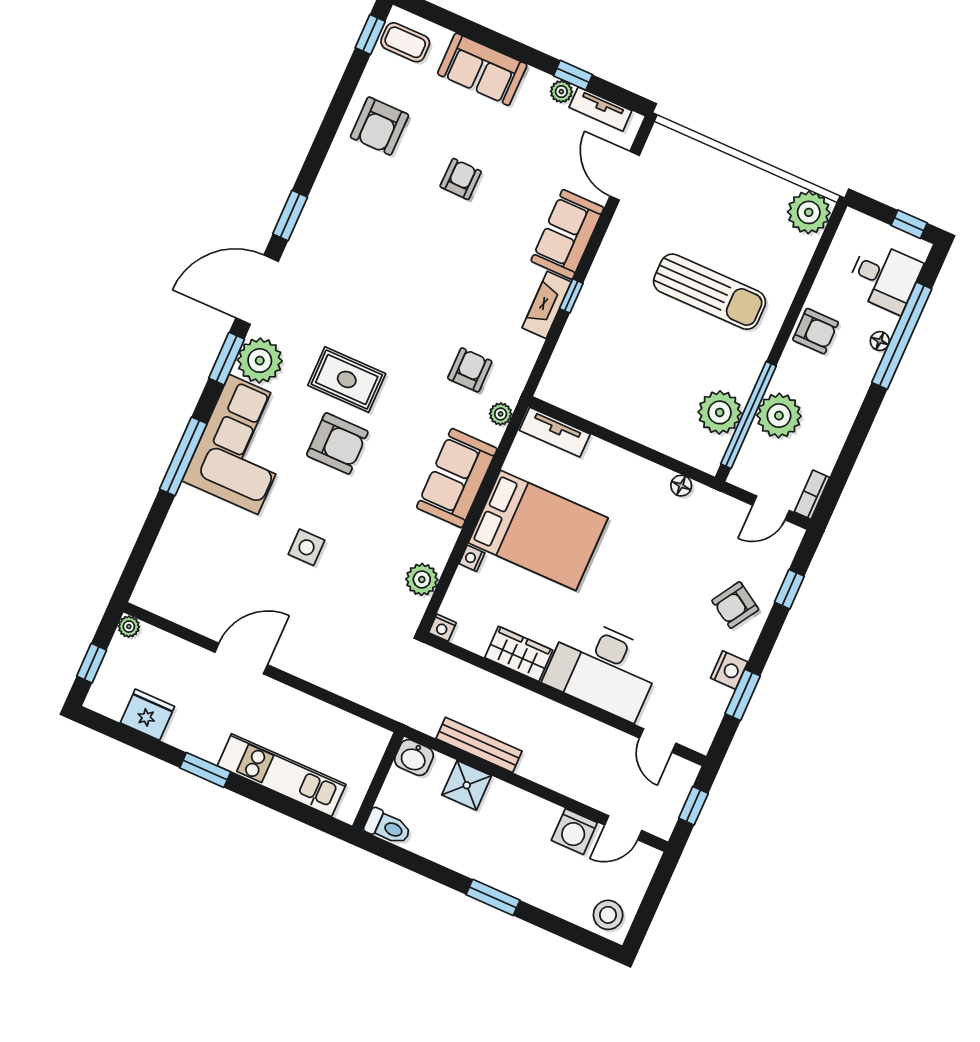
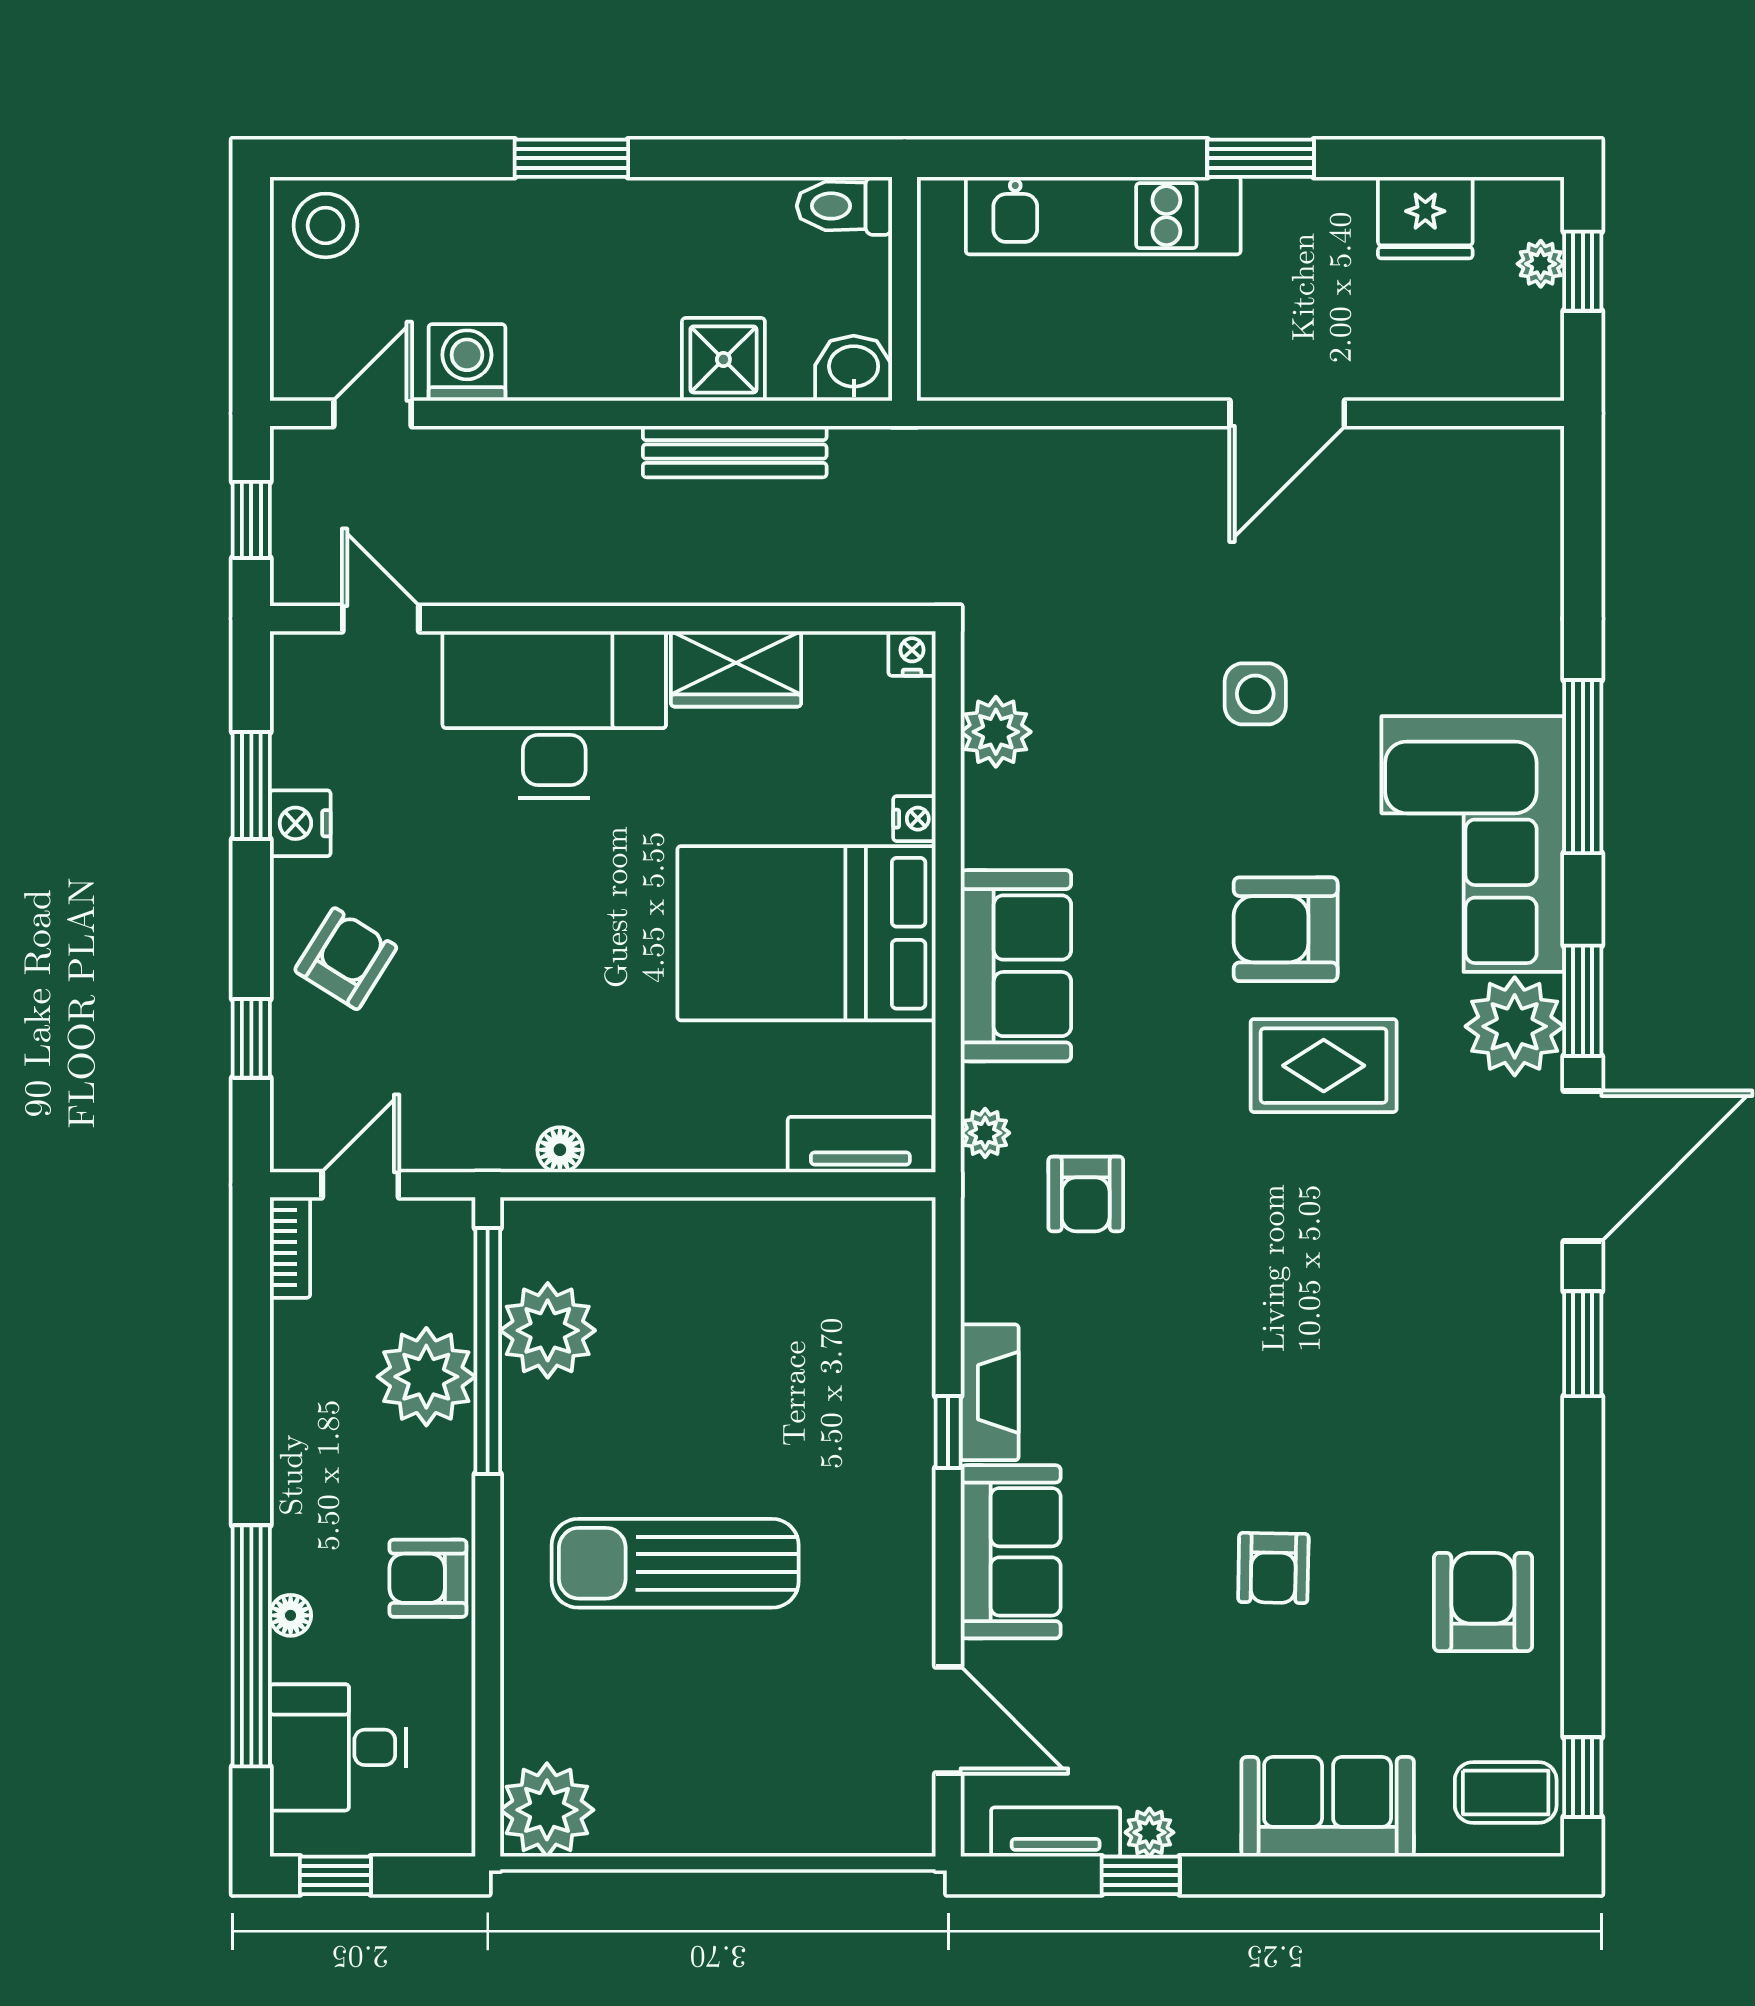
plant: (129, 627) -> (1541, 264), moved

